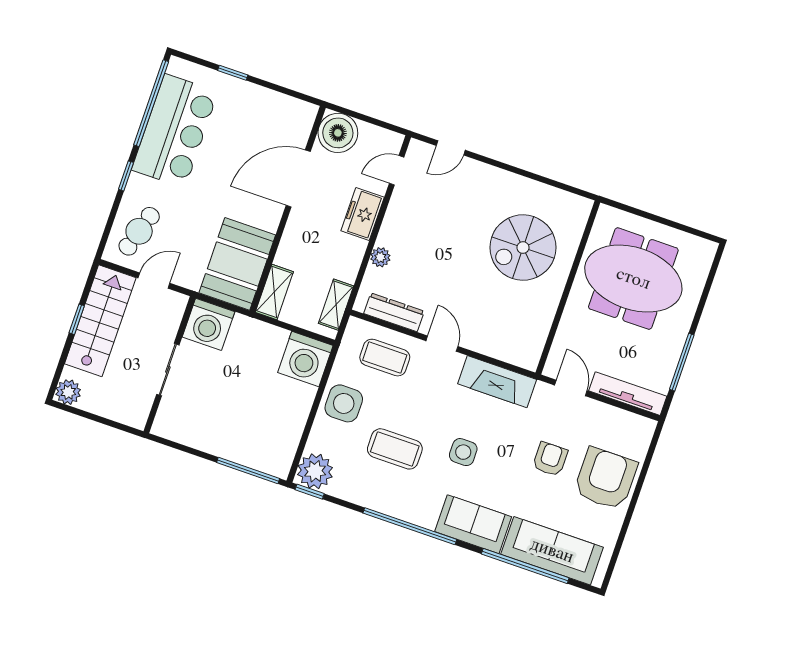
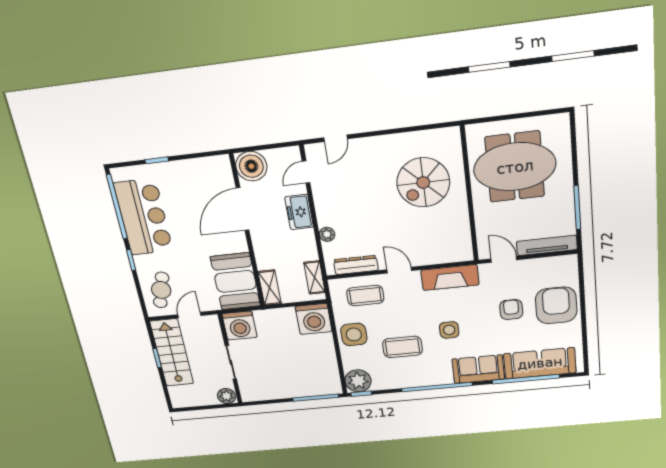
plant: (68, 392) -> (227, 396), moved

